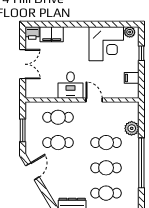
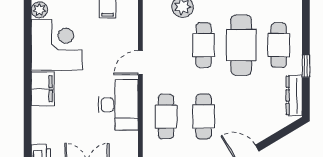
filing cabinet: (52, 34) -> (43, 89), moved
desk: (71, 85) -> (118, 105), width x1.37
cafe table: (106, 168) -> (241, 45), width x1.37, depth x1.35

